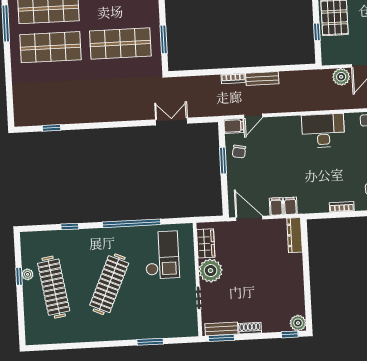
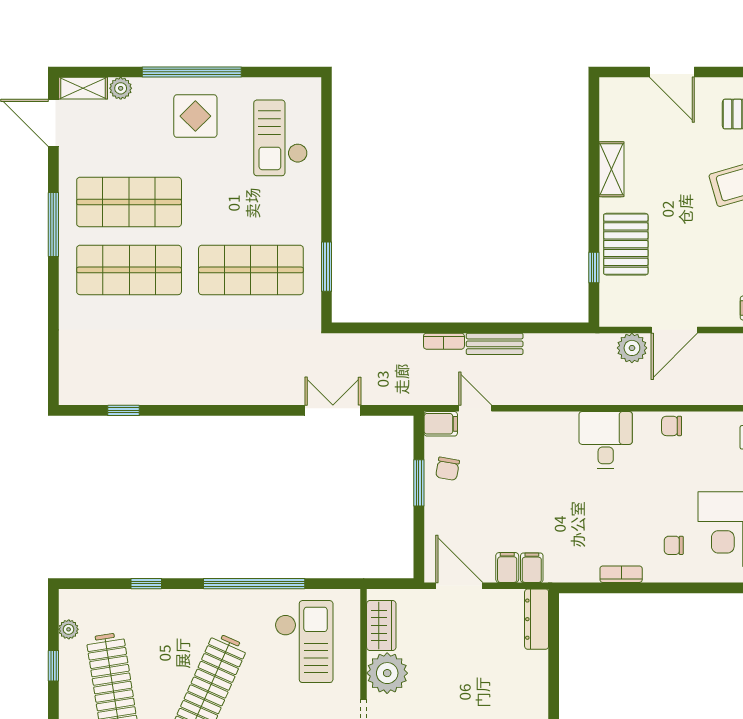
door: (253, 116) -> (475, 408), swing flipped
desk: (323, 131) -> (606, 440), width x0.73
plant: (28, 274) -> (69, 629), moved

